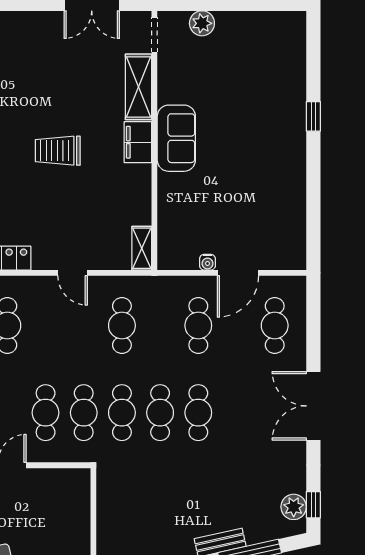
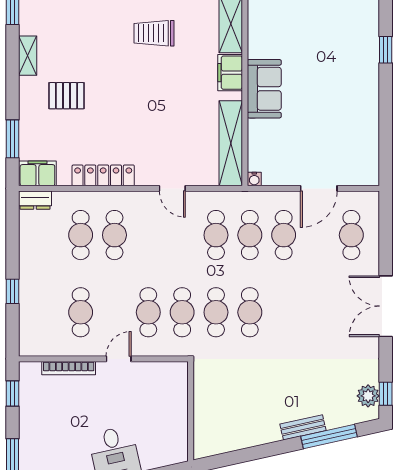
sofa: (176, 138) -> (264, 89), moved
trolley: (58, 151) -> (154, 33), moved
shelving: (142, 248) -> (231, 143), width x2.20, depth x1.33
water cooler: (207, 262) -> (254, 179), moved
cafe table: (198, 413) -> (250, 235), moved

